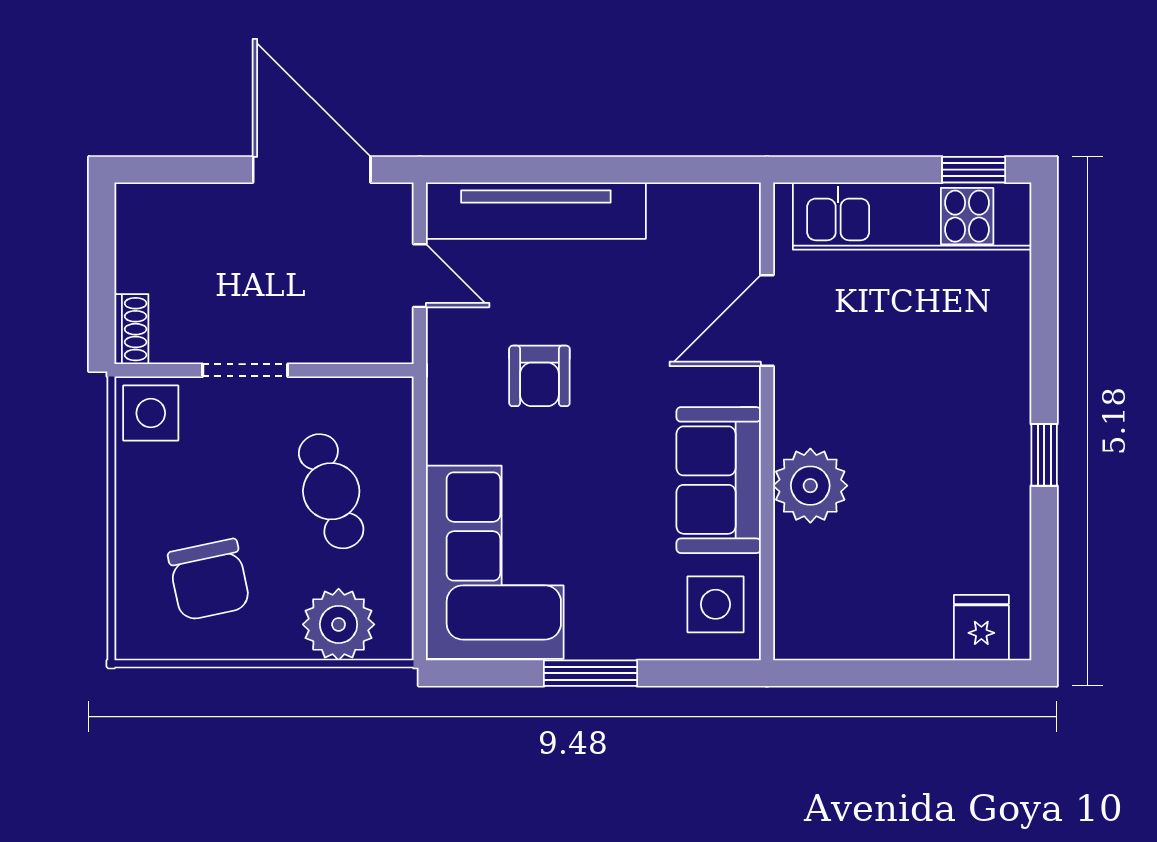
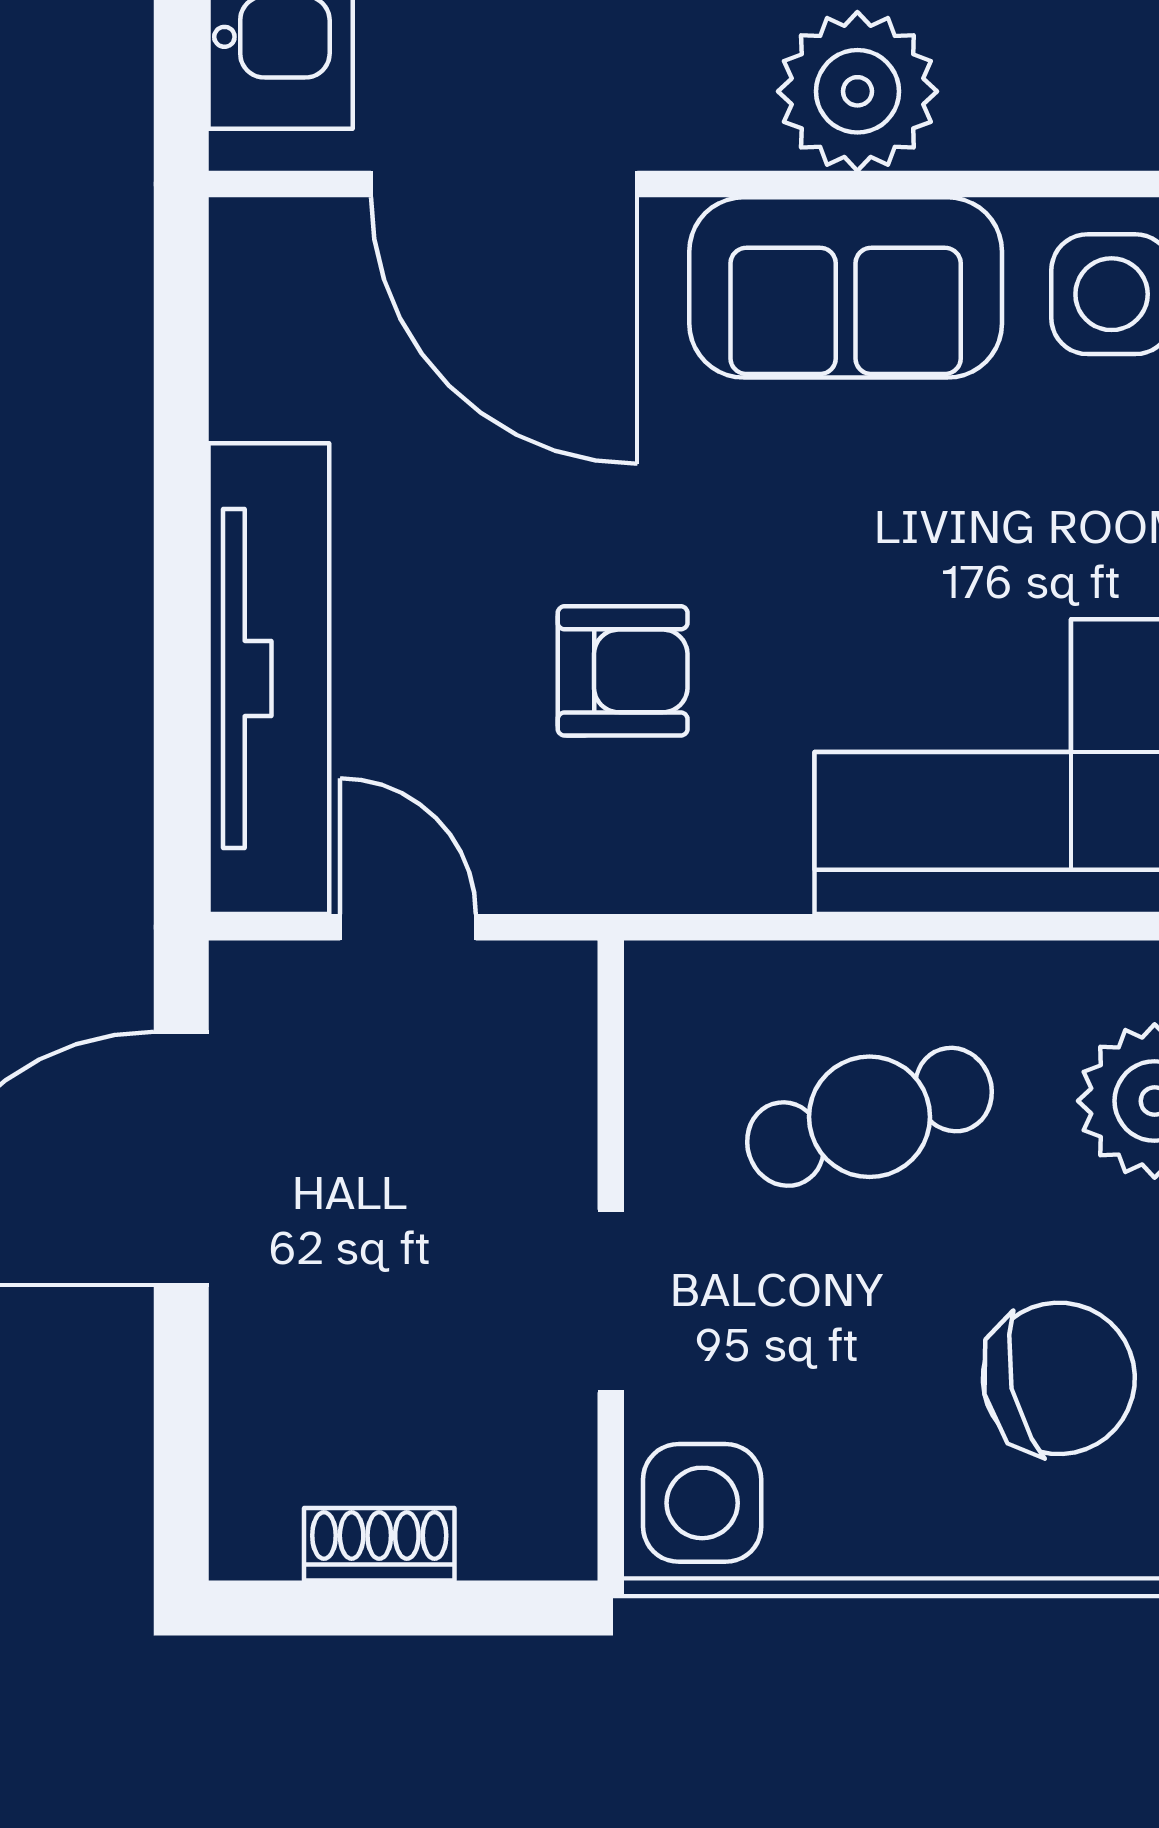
door: (420, 276) -> (408, 927), hinge flipped
door: (767, 320) -> (504, 184), width x1.36
shoe rack: (131, 329) -> (379, 1544), moved

